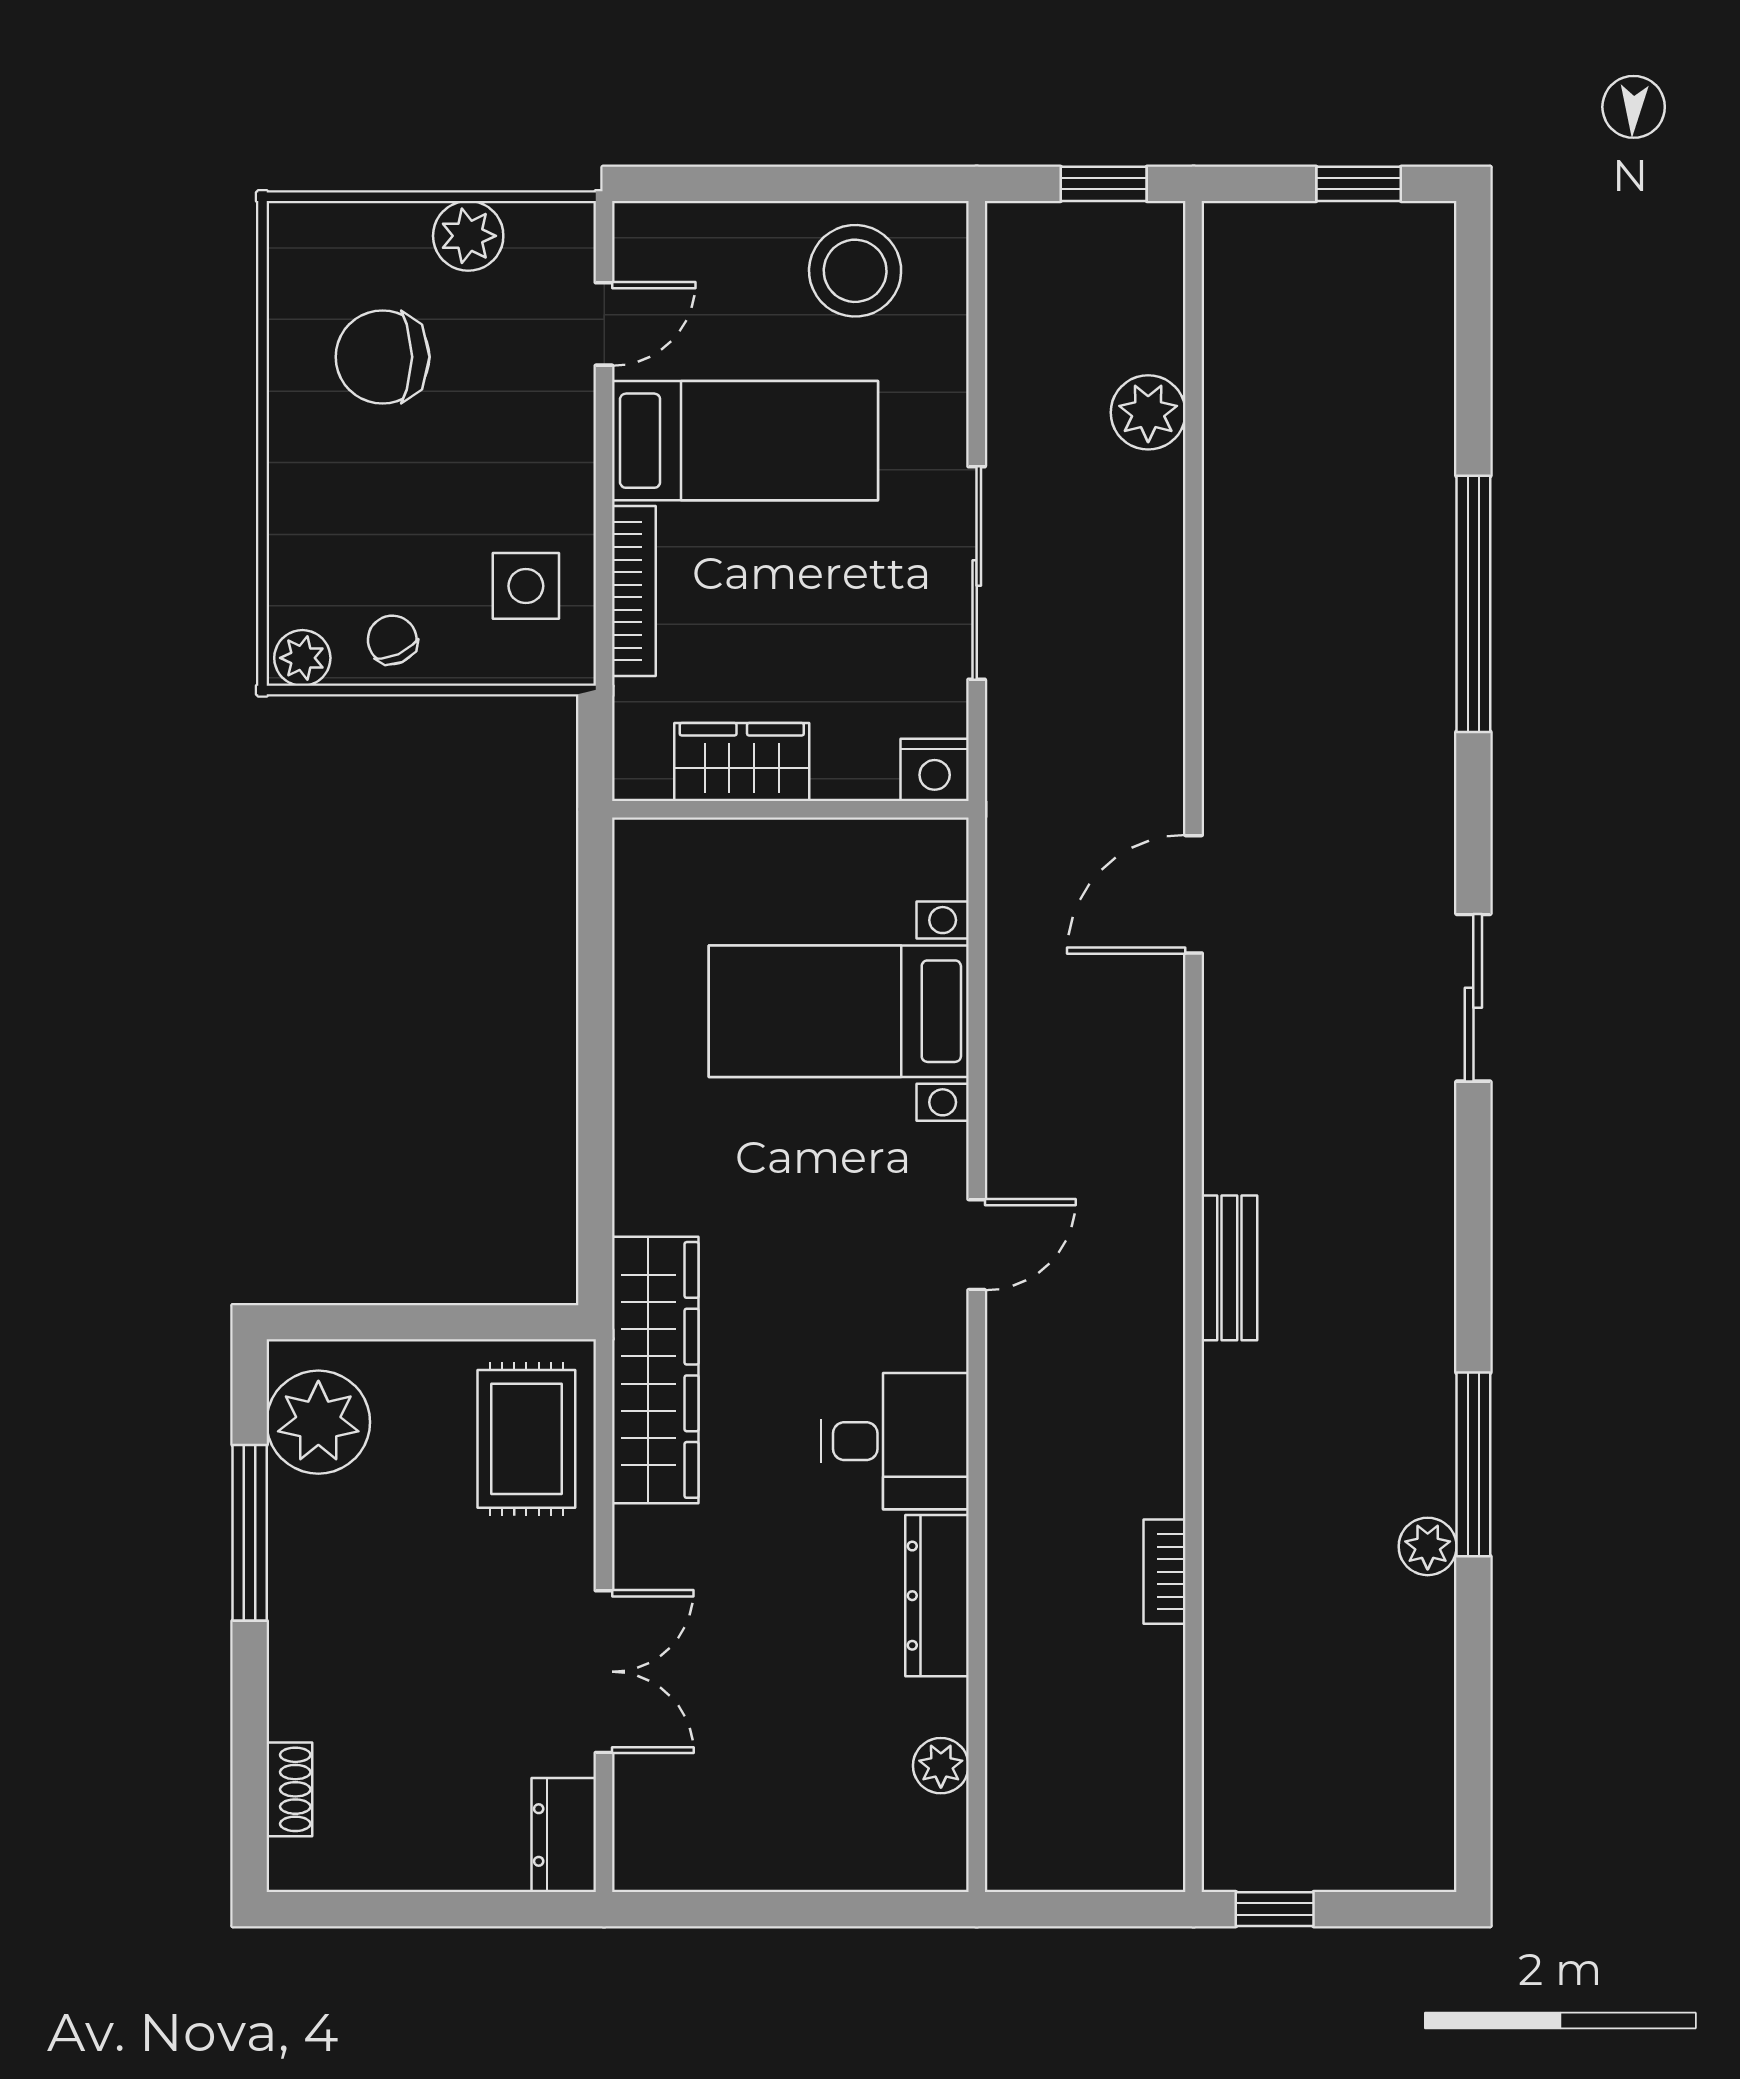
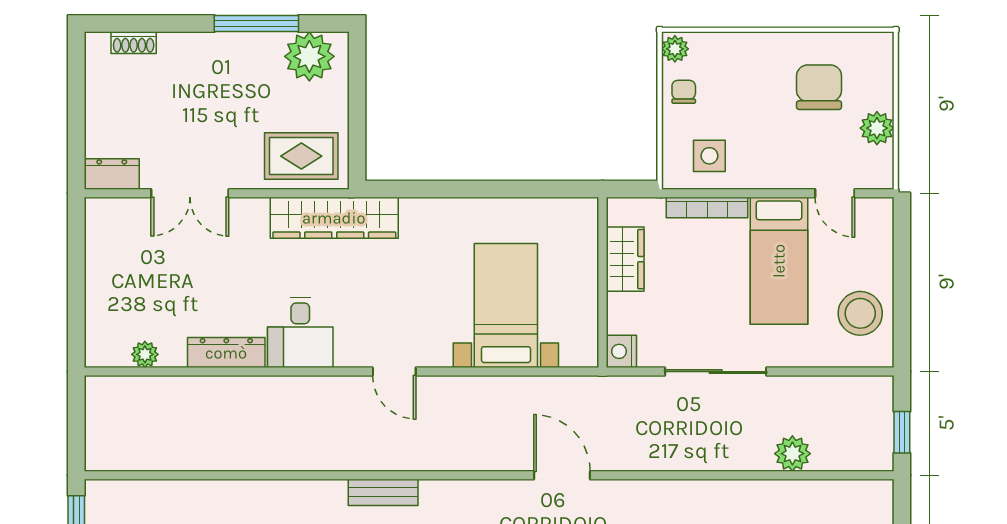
chair: (392, 640) -> (684, 92), turned -66
bookcase: (1165, 1572) -> (238, 461), removed

